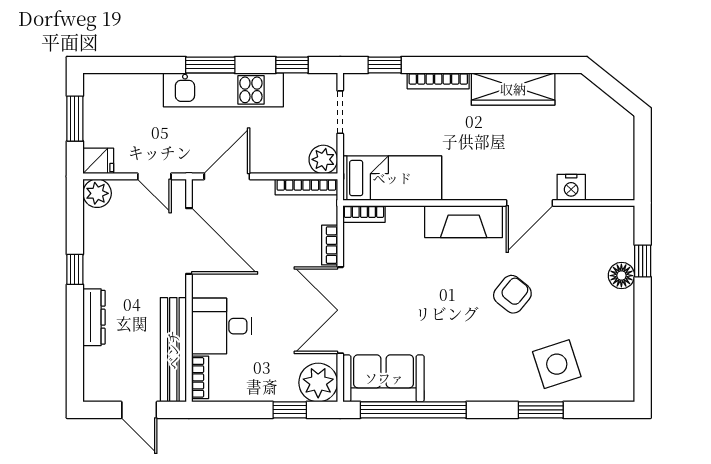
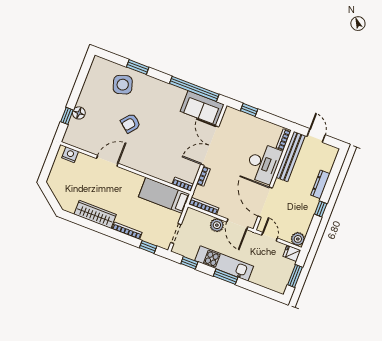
plant: (323, 159) -> (217, 225), moved
door: (227, 176) -> (237, 224), hinge flipped
nightstand: (571, 187) -> (70, 155), moved
fireplace: (464, 222) -> (140, 164), removed
double door: (340, 310) -> (210, 146), swing flipped
desk: (222, 326) -> (263, 163), width x1.37
plant: (318, 383) -> (232, 117), removed

